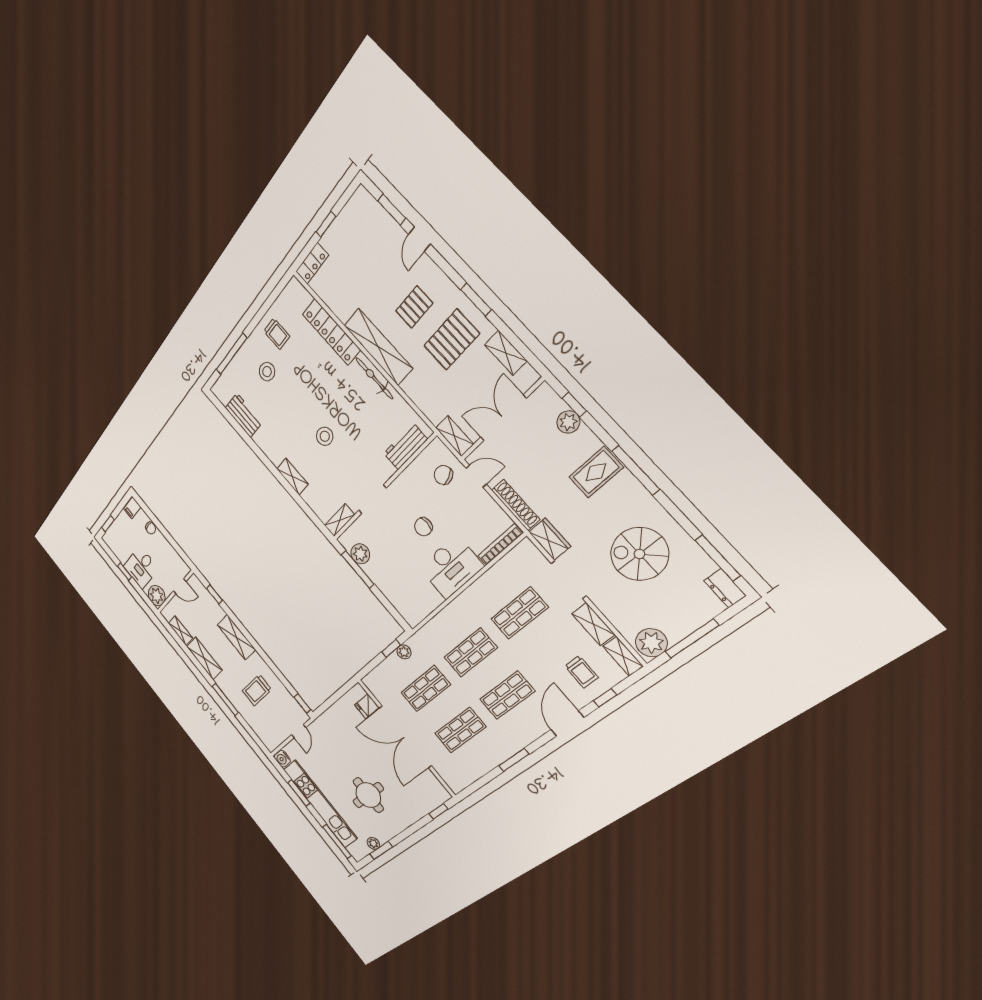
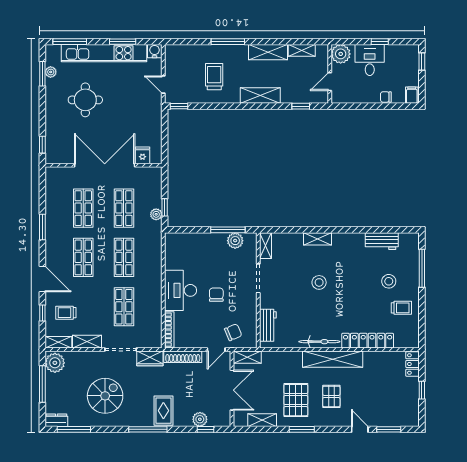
trolley: (277, 334) -> (401, 308), turned 180

